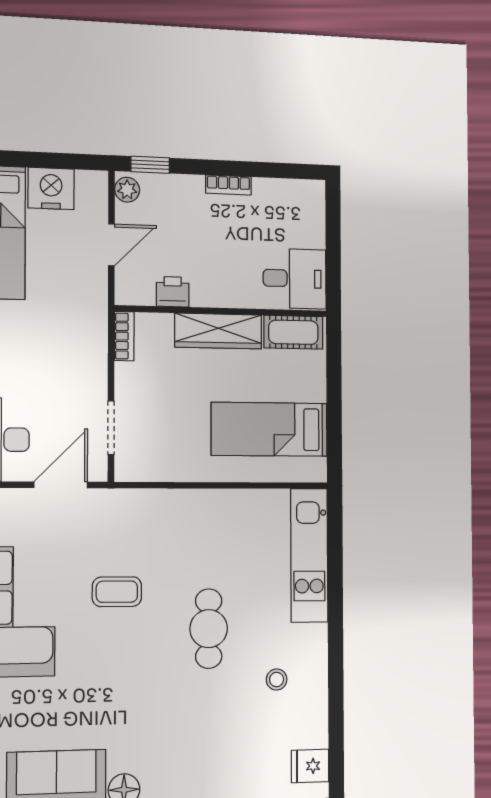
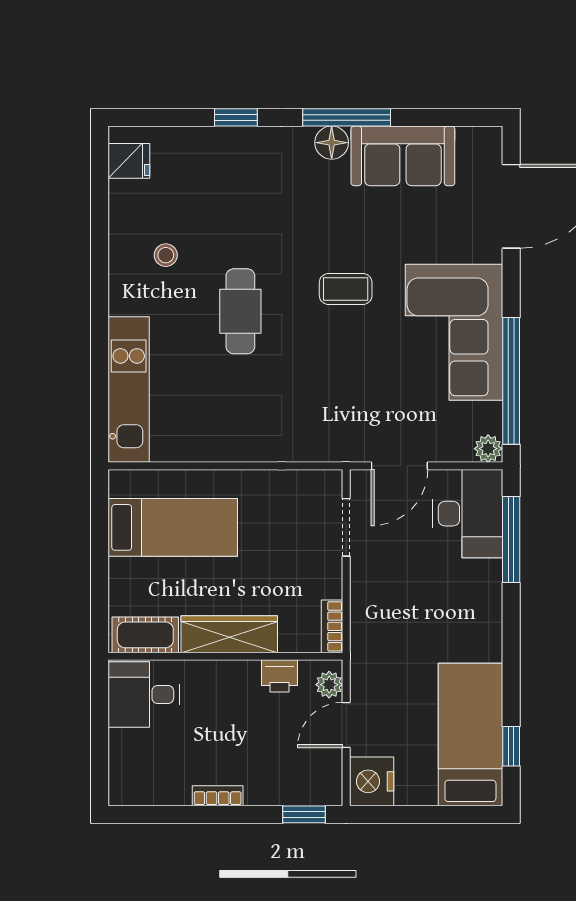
nightstand: (51, 188) -> (372, 781), moved, turned 90
plant: (127, 190) -> (329, 685), moved
coffee table: (117, 592) -> (346, 289), moved

